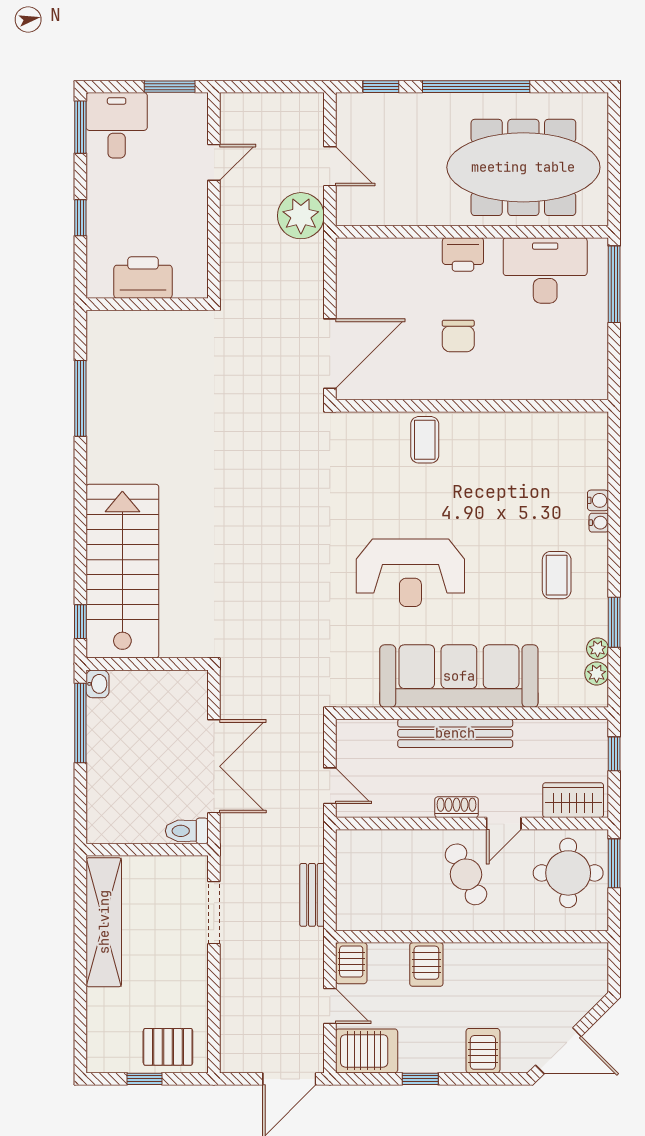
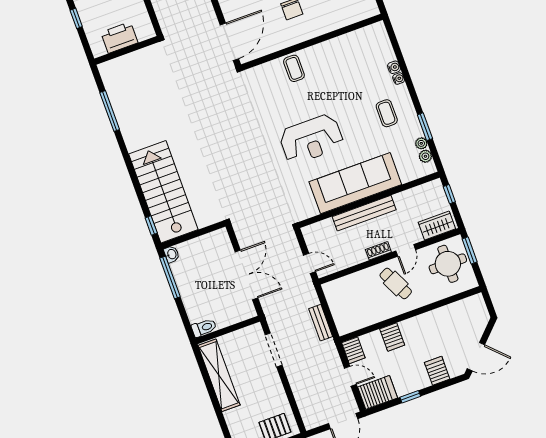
toilet: (187, 831) -> (204, 328), moved, turned 180

